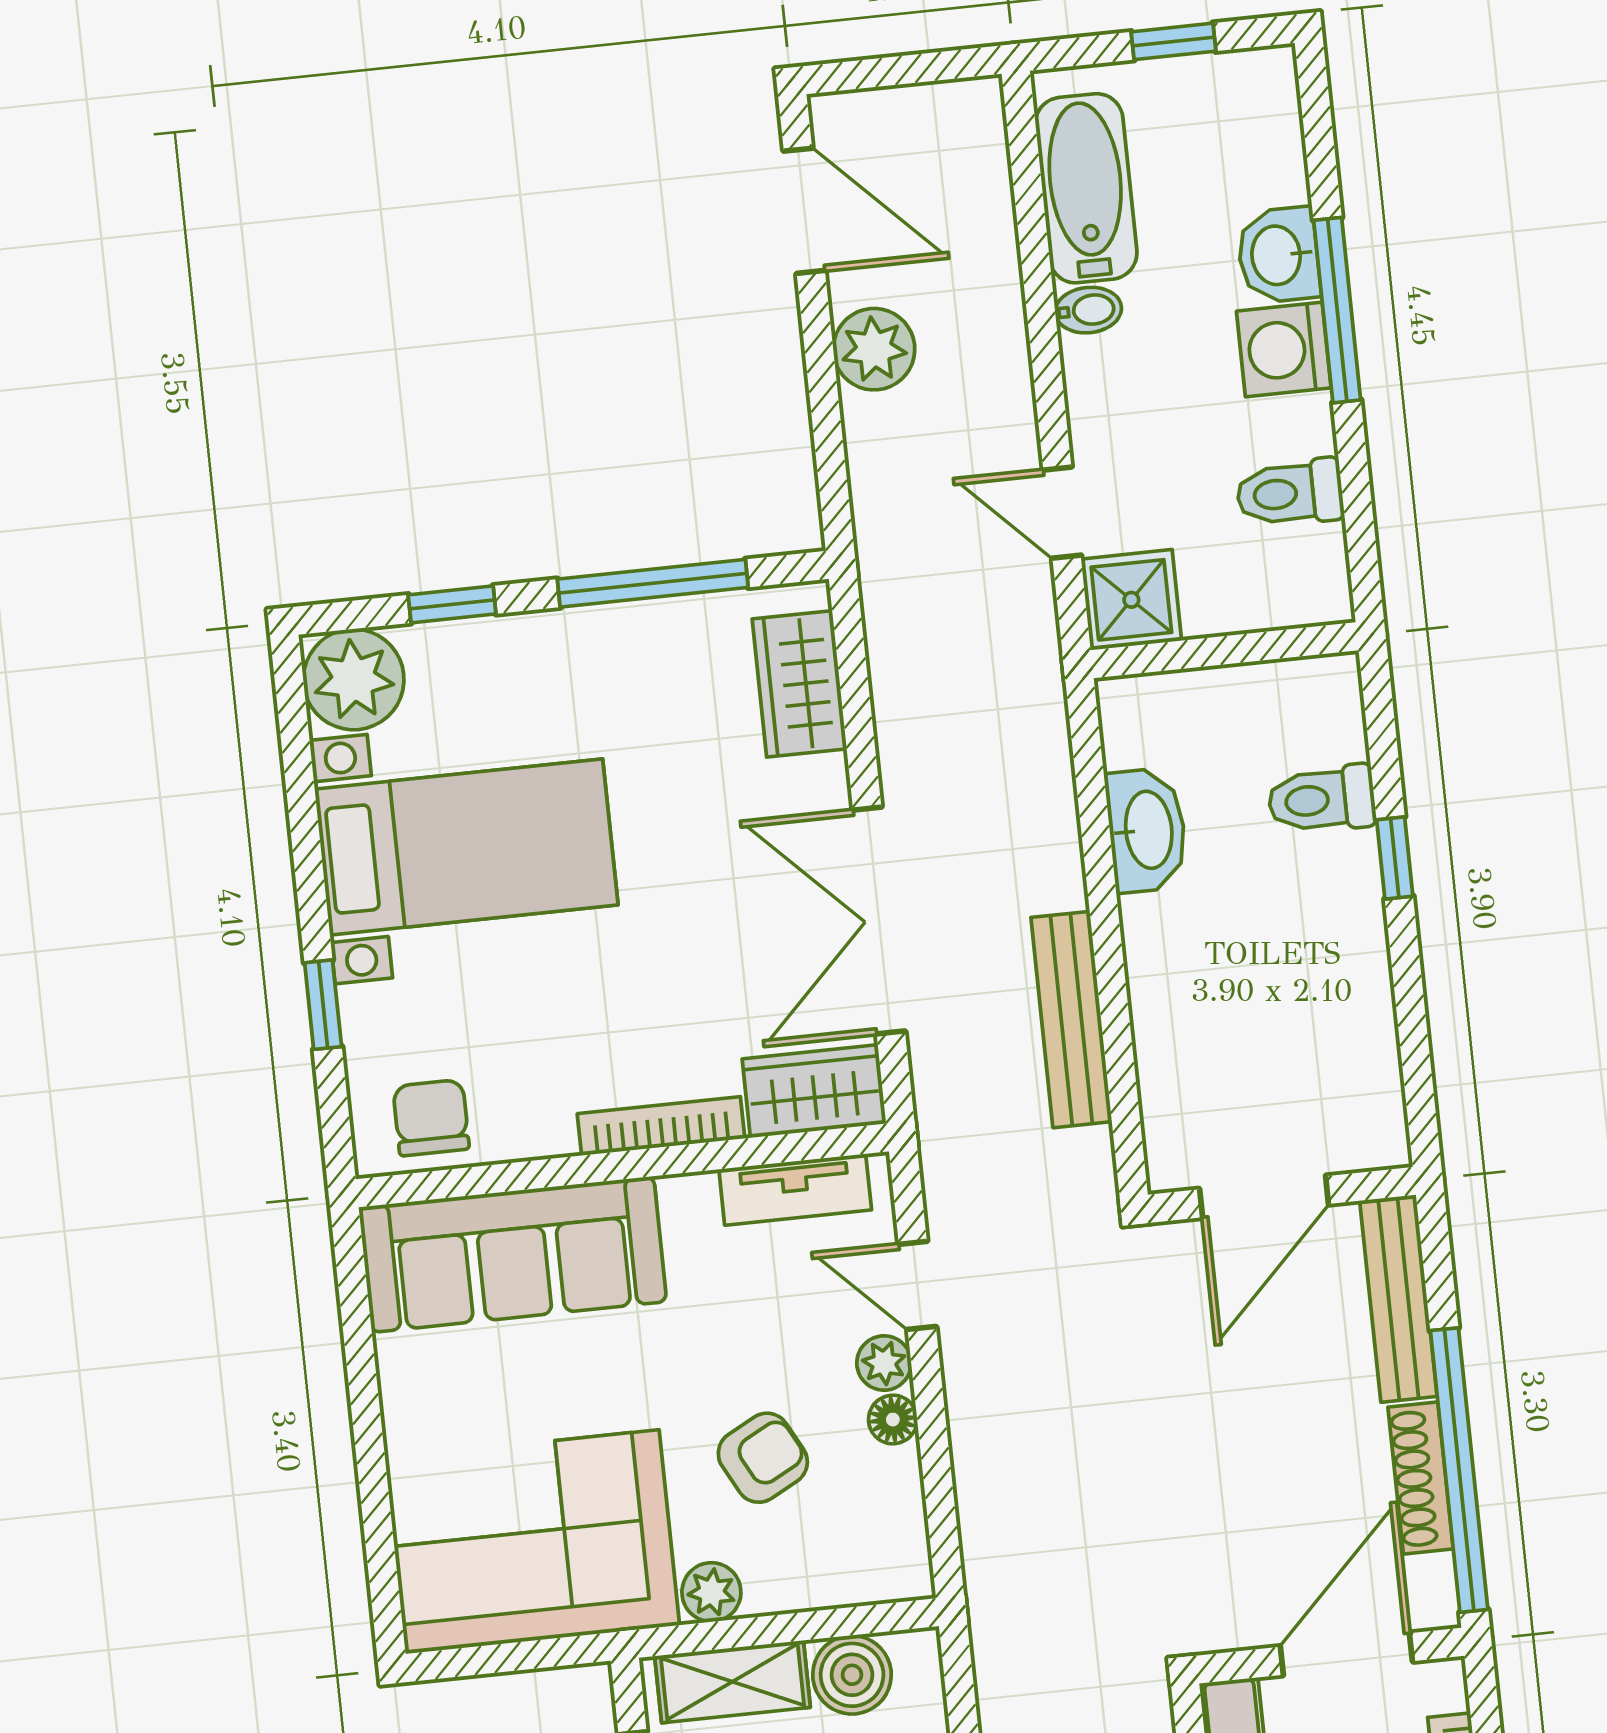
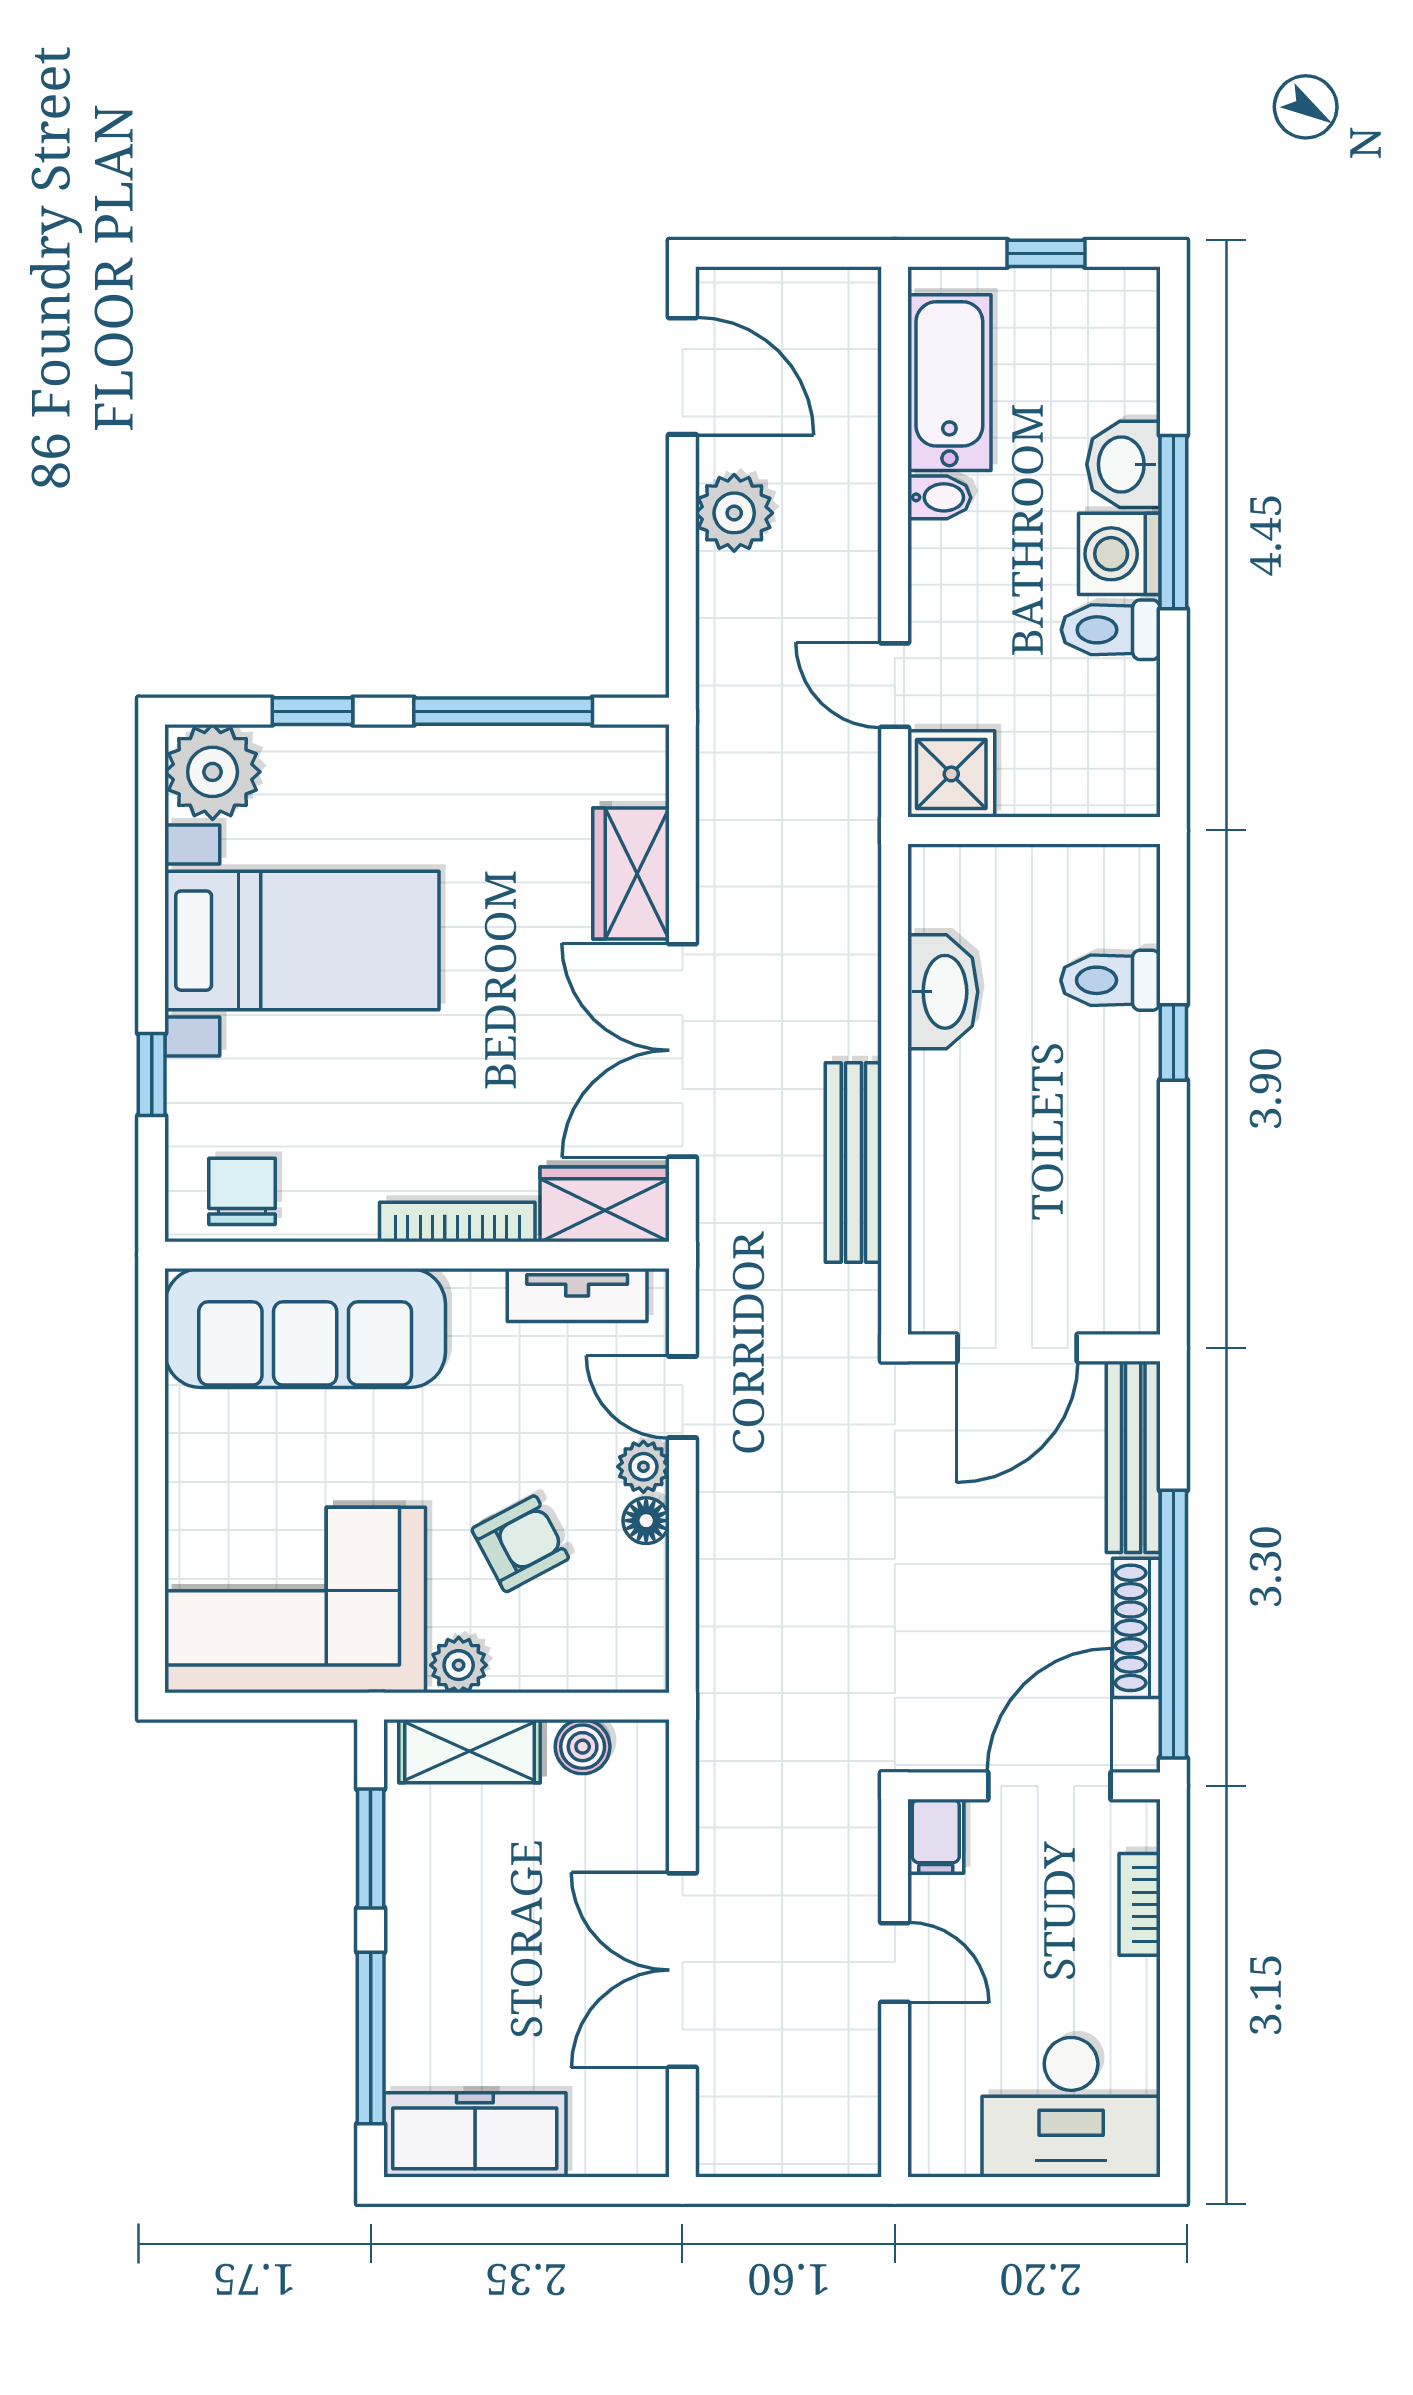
toilet: (1290, 493) -> (1111, 630), moved
wardrobe: (799, 684) -> (631, 874), moved
boiler: (852, 1675) -> (583, 1747), width x0.73, depth x0.73

